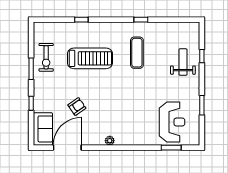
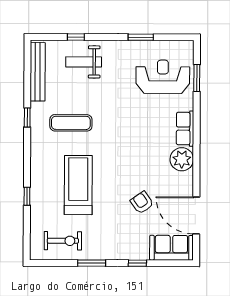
bench: (175, 27) -> (38, 72), added
exercise bike: (46, 57) -> (63, 241), moved
row of seats: (133, 139) -> (185, 129), added
plant: (110, 141) -> (182, 159), width x1.88, depth x1.88

